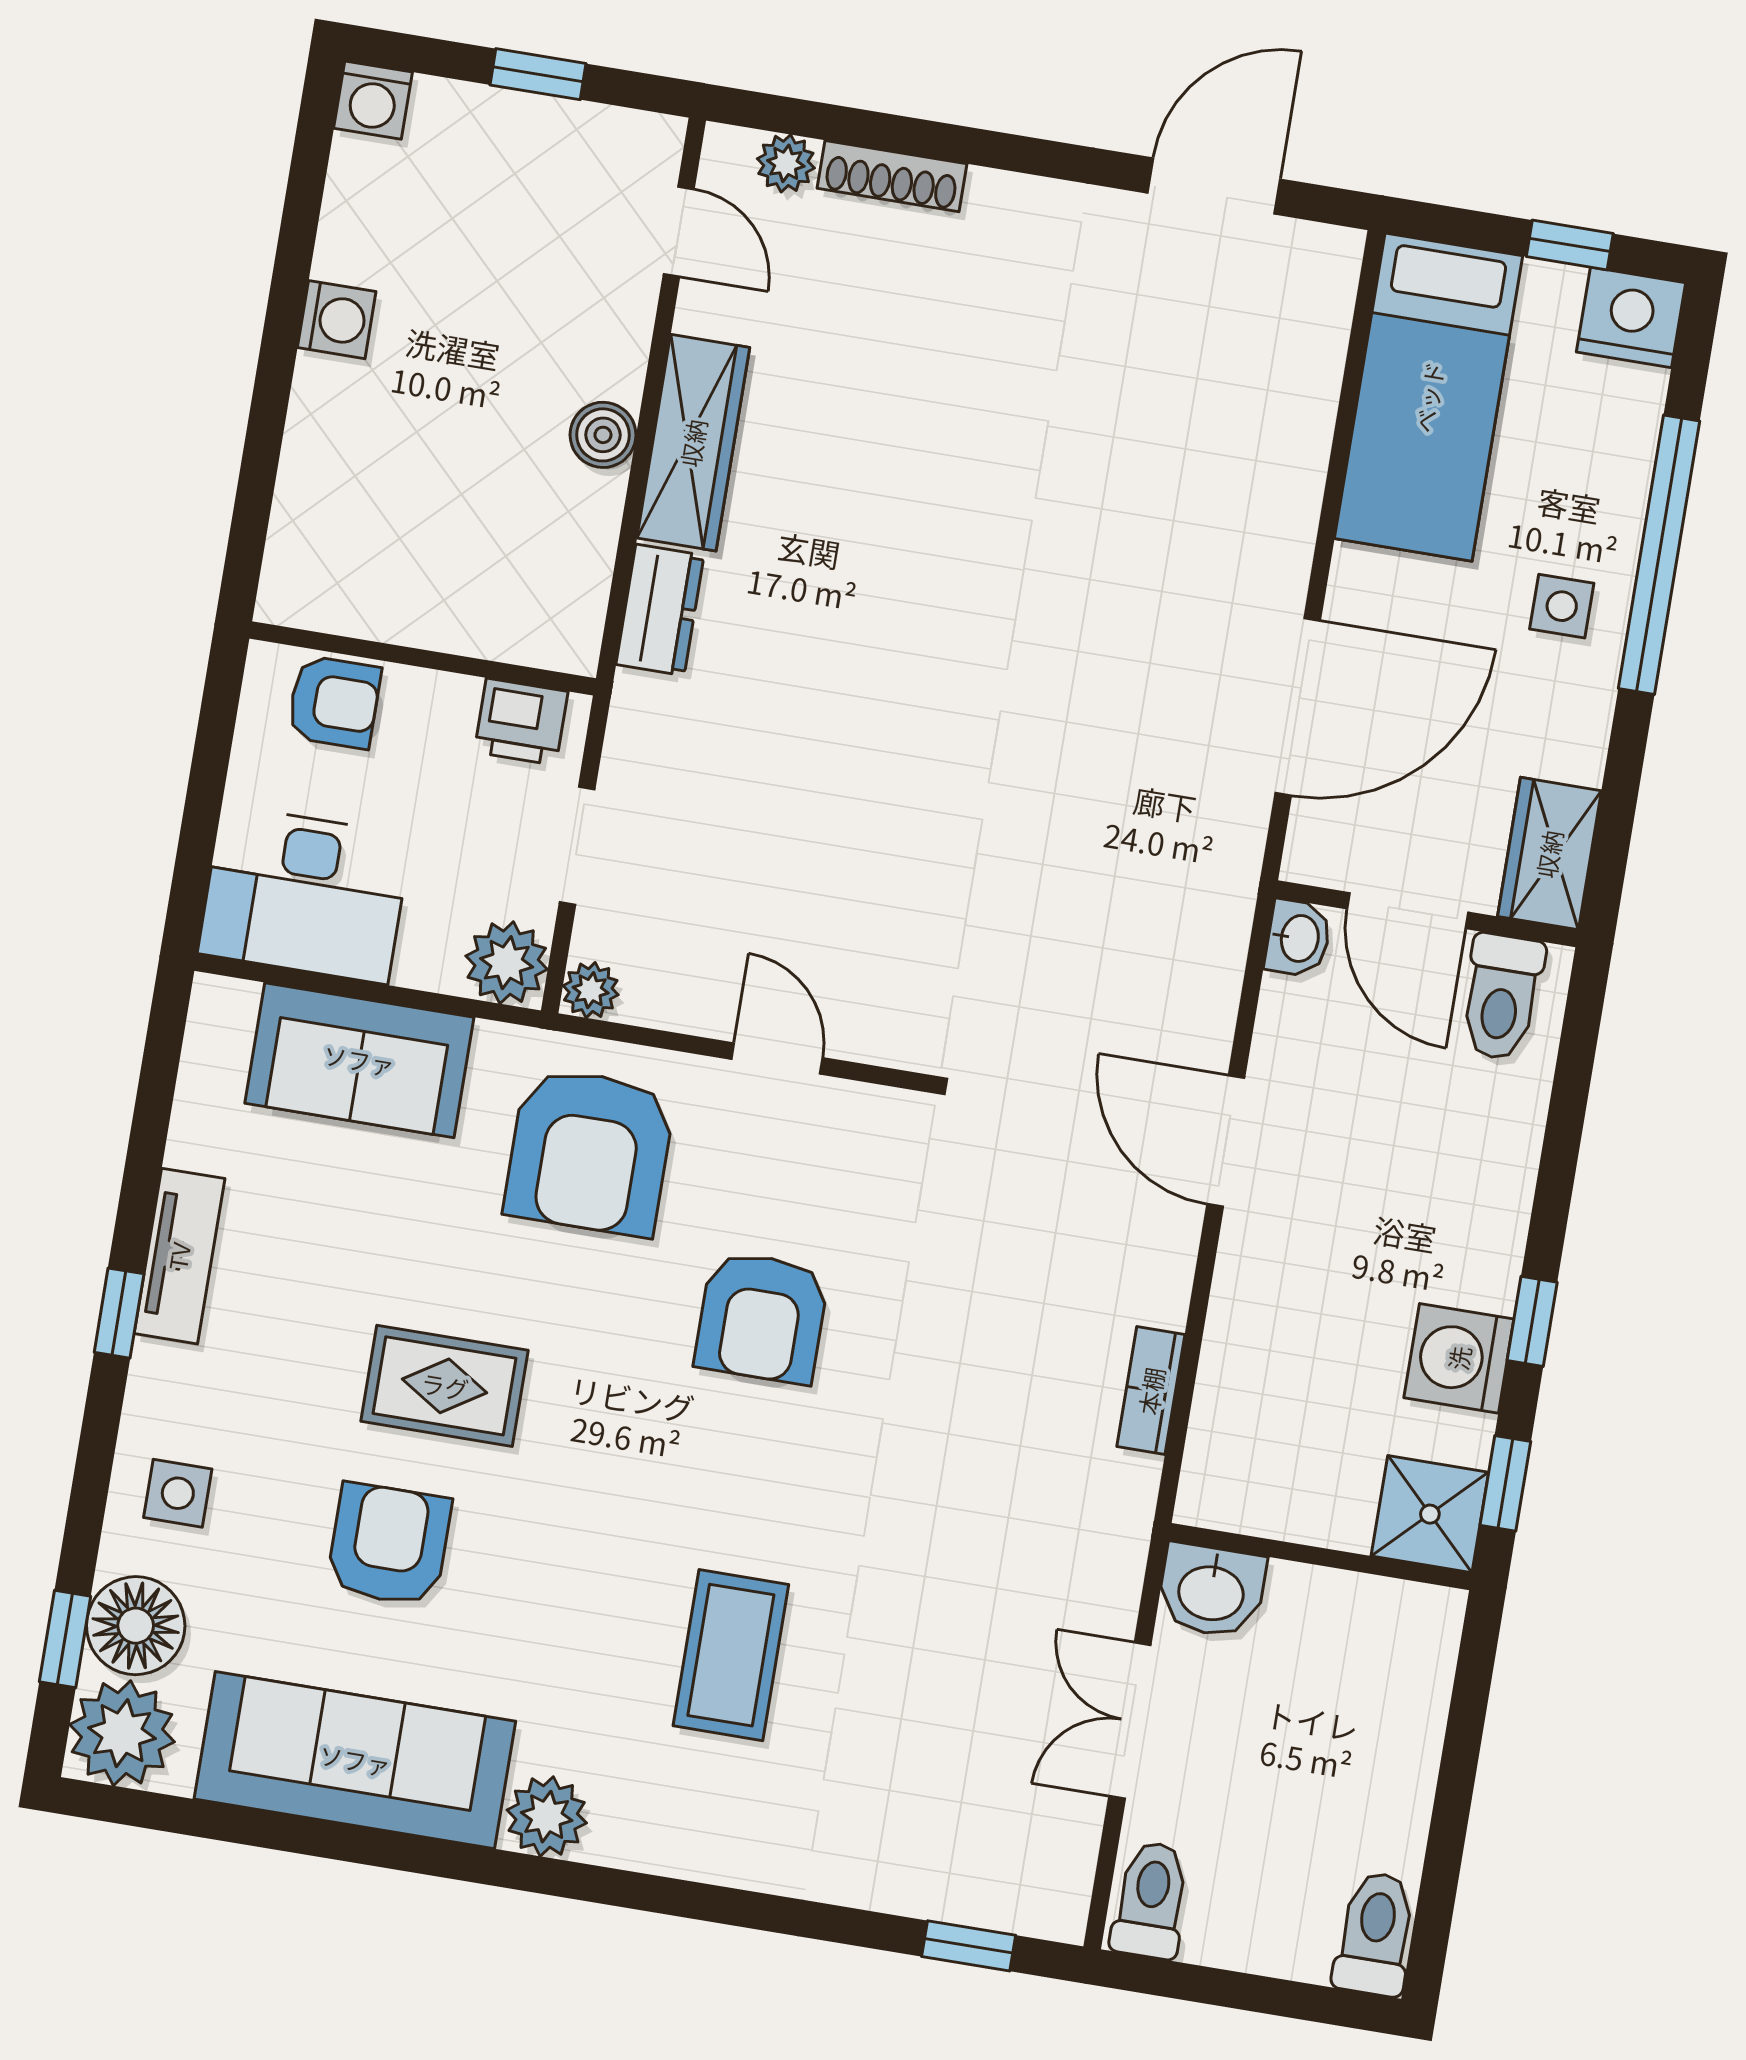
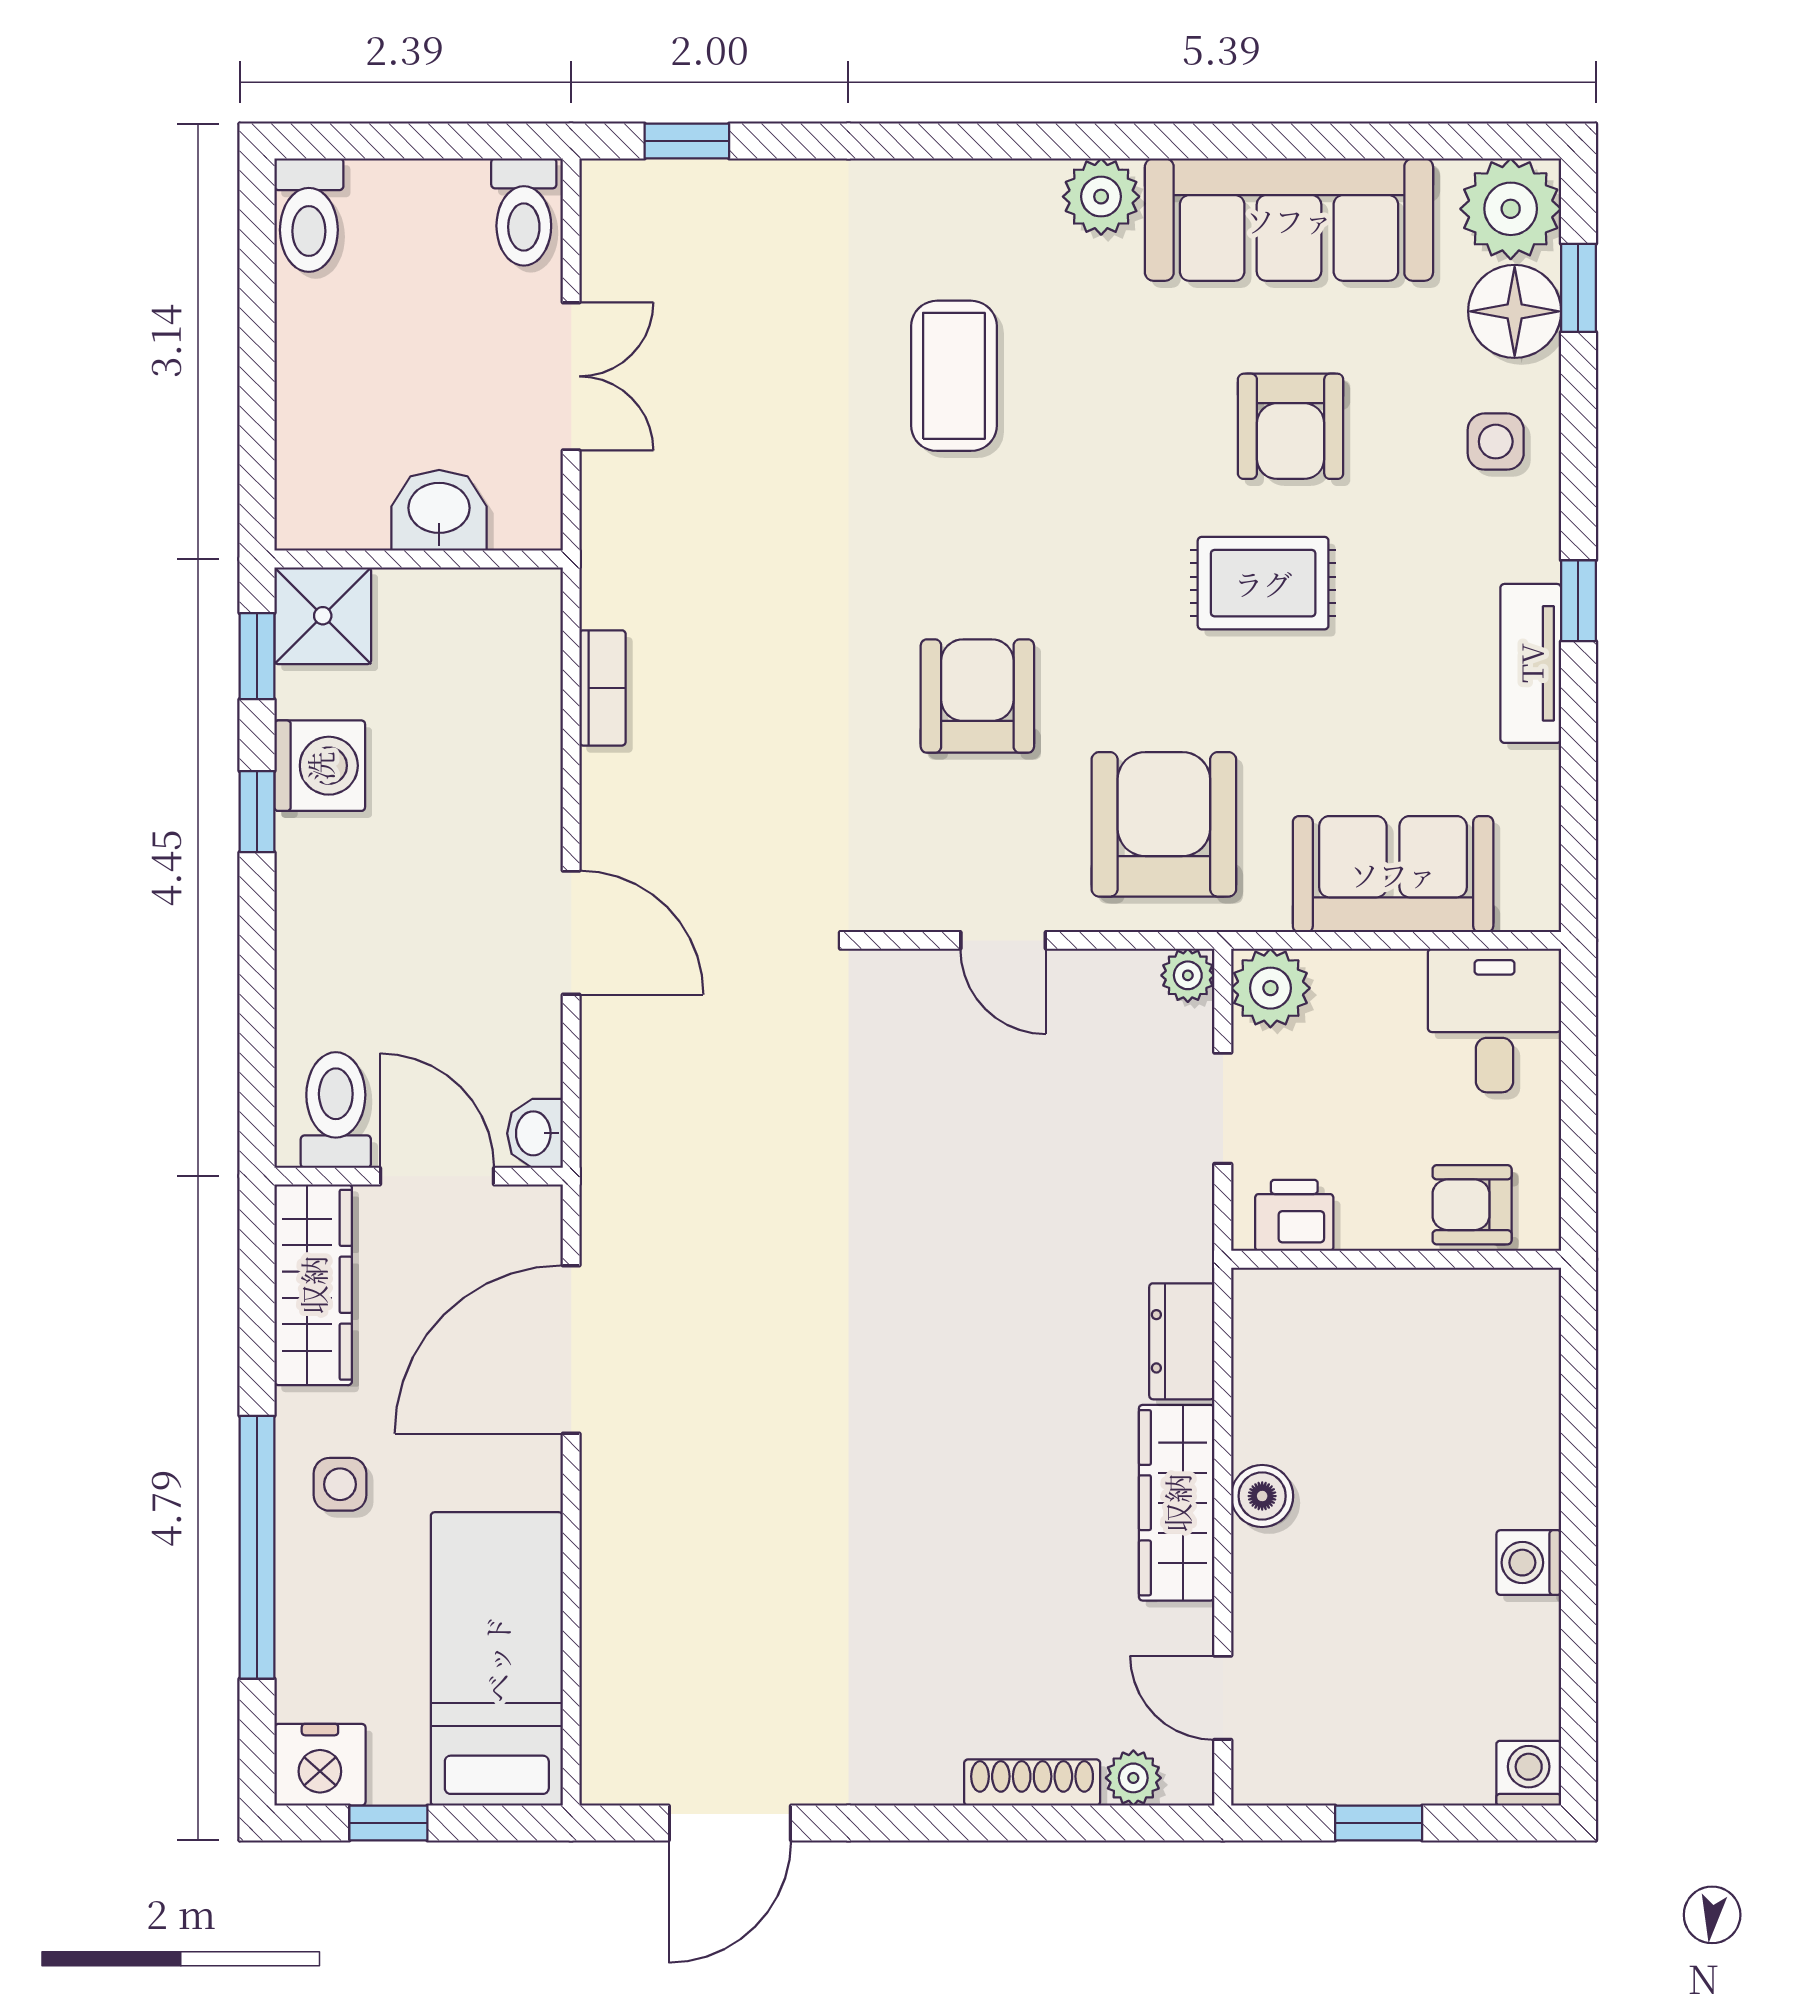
wardrobe: (1549, 854) -> (313, 1285), width x1.50
desk: (305, 894) -> (1495, 1021), width x0.73
washbasin: (1211, 1591) -> (439, 510), moved

